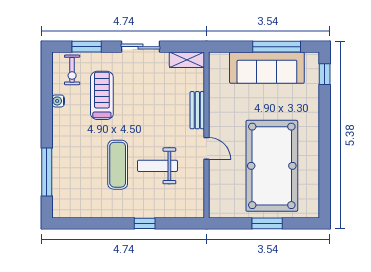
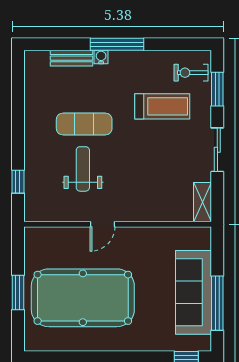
water cooler: (58, 101) -> (101, 57), moved
bench: (197, 110) -> (71, 58), moved
window: (47, 172) -> (117, 44), moved
window: (145, 223) -> (18, 182), moved

